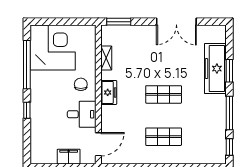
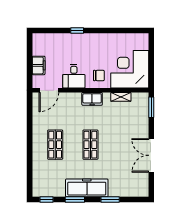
corner desk: (53, 47) -> (130, 69), moved, turned 180
window: (27, 65) -> (115, 30), removed
freezer: (215, 69) -> (87, 188), moved
window: (229, 113) -> (75, 200), width x0.69
door: (98, 144) -> (49, 90), hinge flipped

